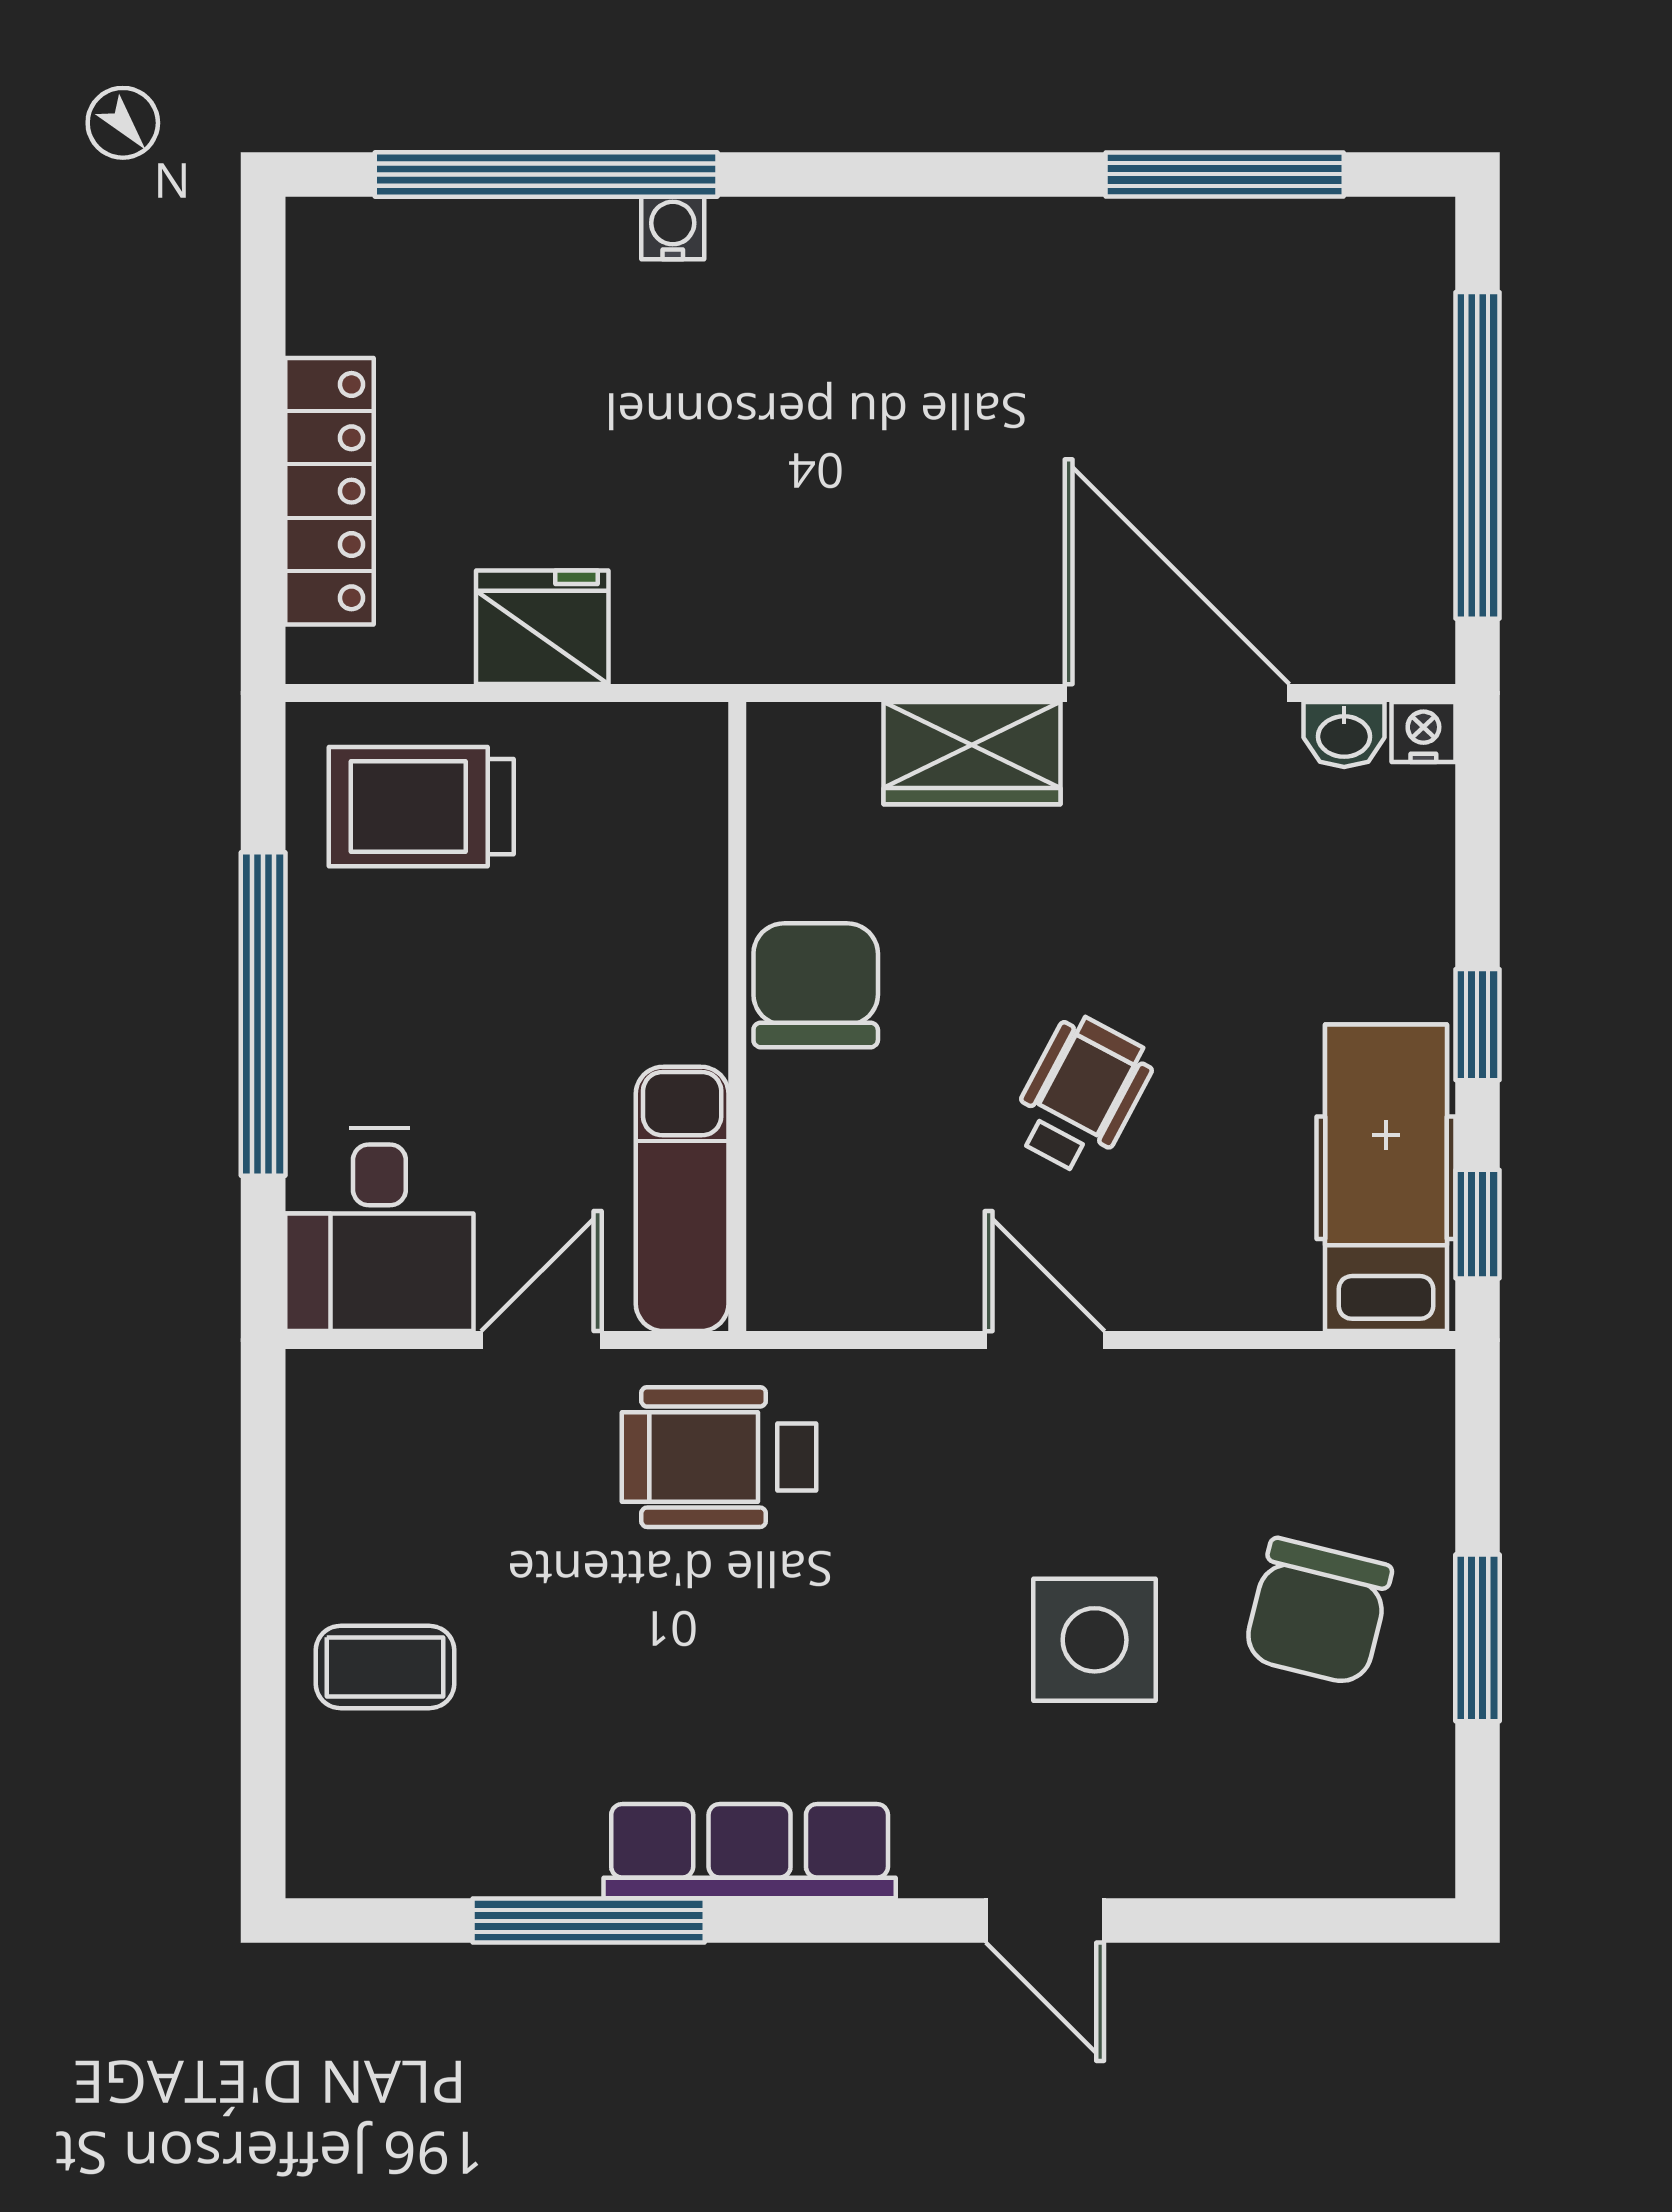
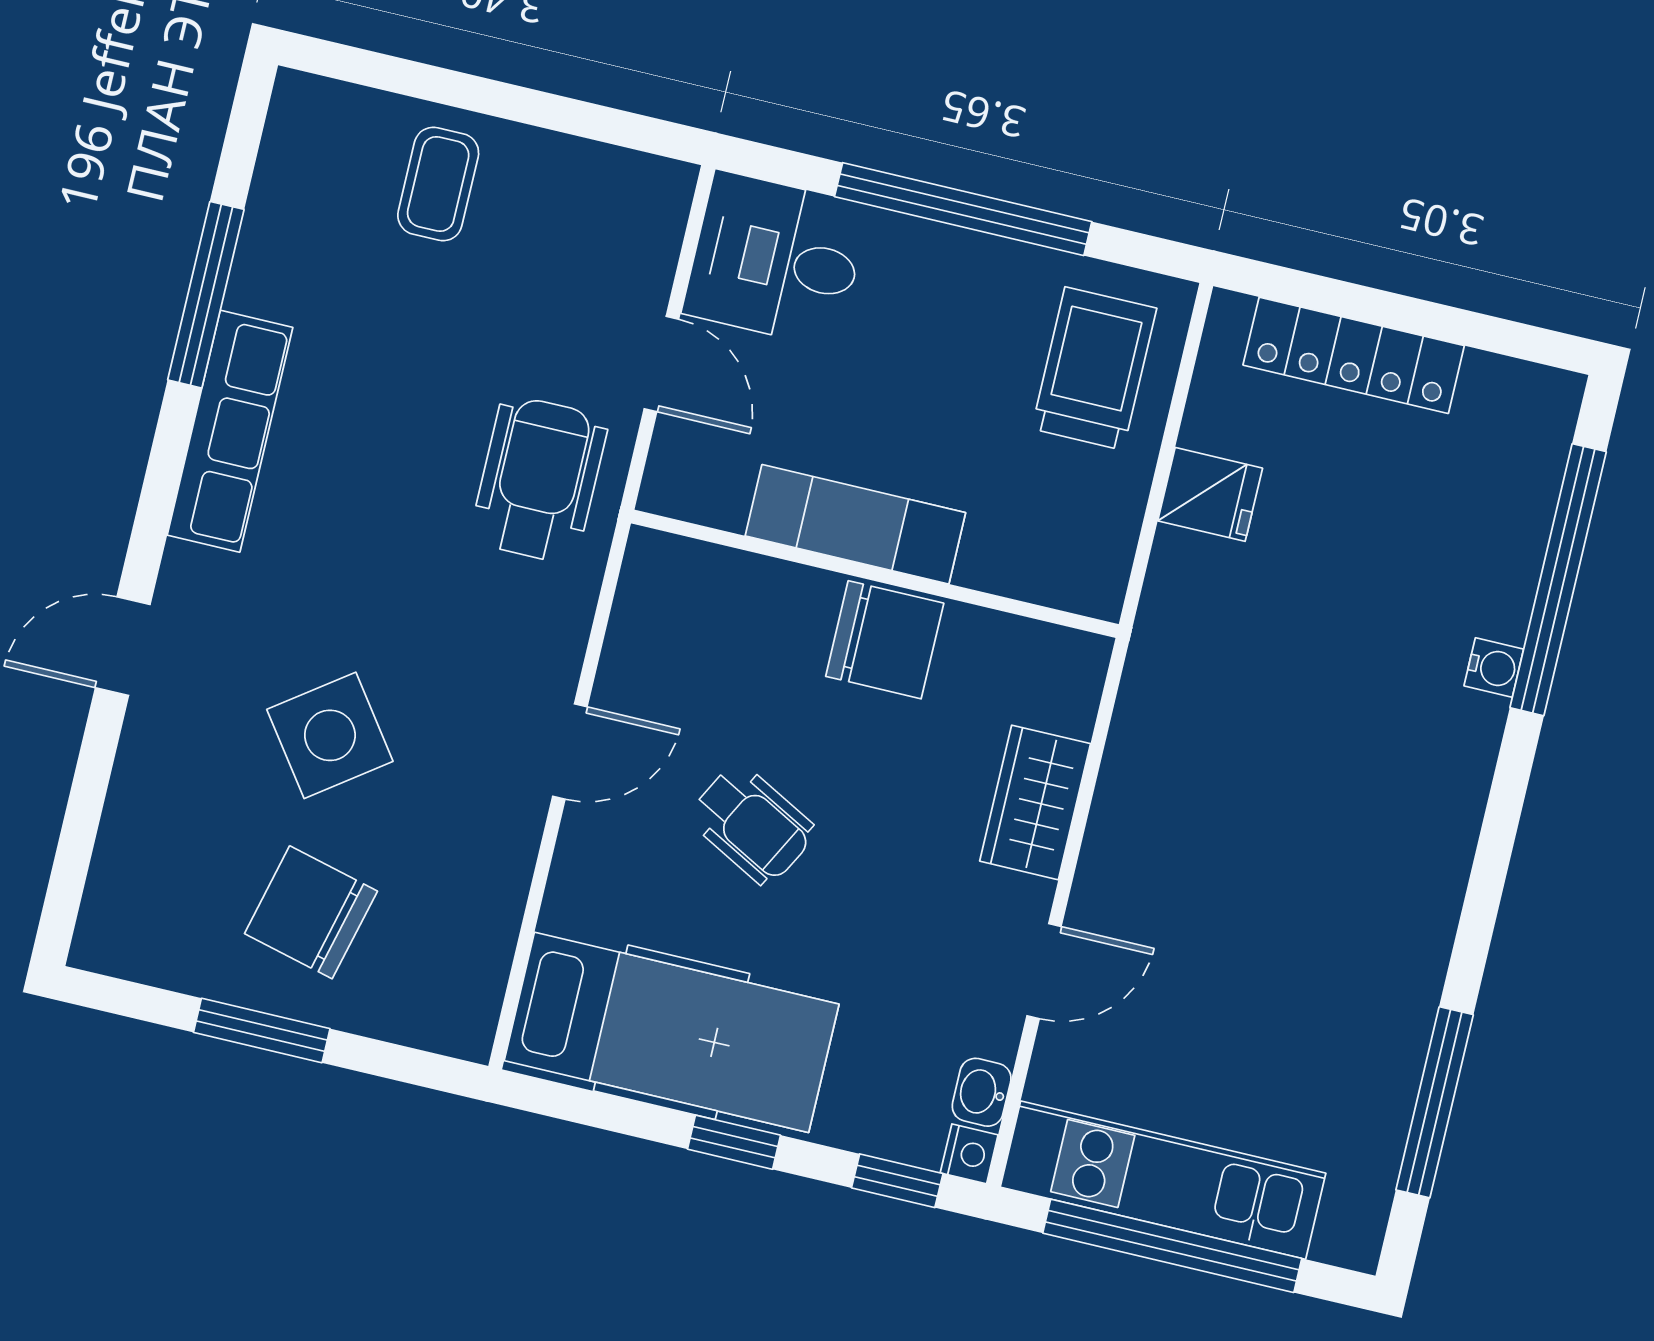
kitchen unit: (1399, 486) -> (1163, 1180), added
fridge: (542, 627) -> (1210, 494), width x0.72
door: (1177, 693) -> (1044, 971), width x0.53
hospital bed: (1386, 1178) -> (672, 1032), width x1.37, depth x1.29
exam couch: (682, 1199) -> (855, 524), moved
window: (1477, 1224) -> (897, 1181), moved
side table: (1095, 1640) -> (330, 735), turned -36

